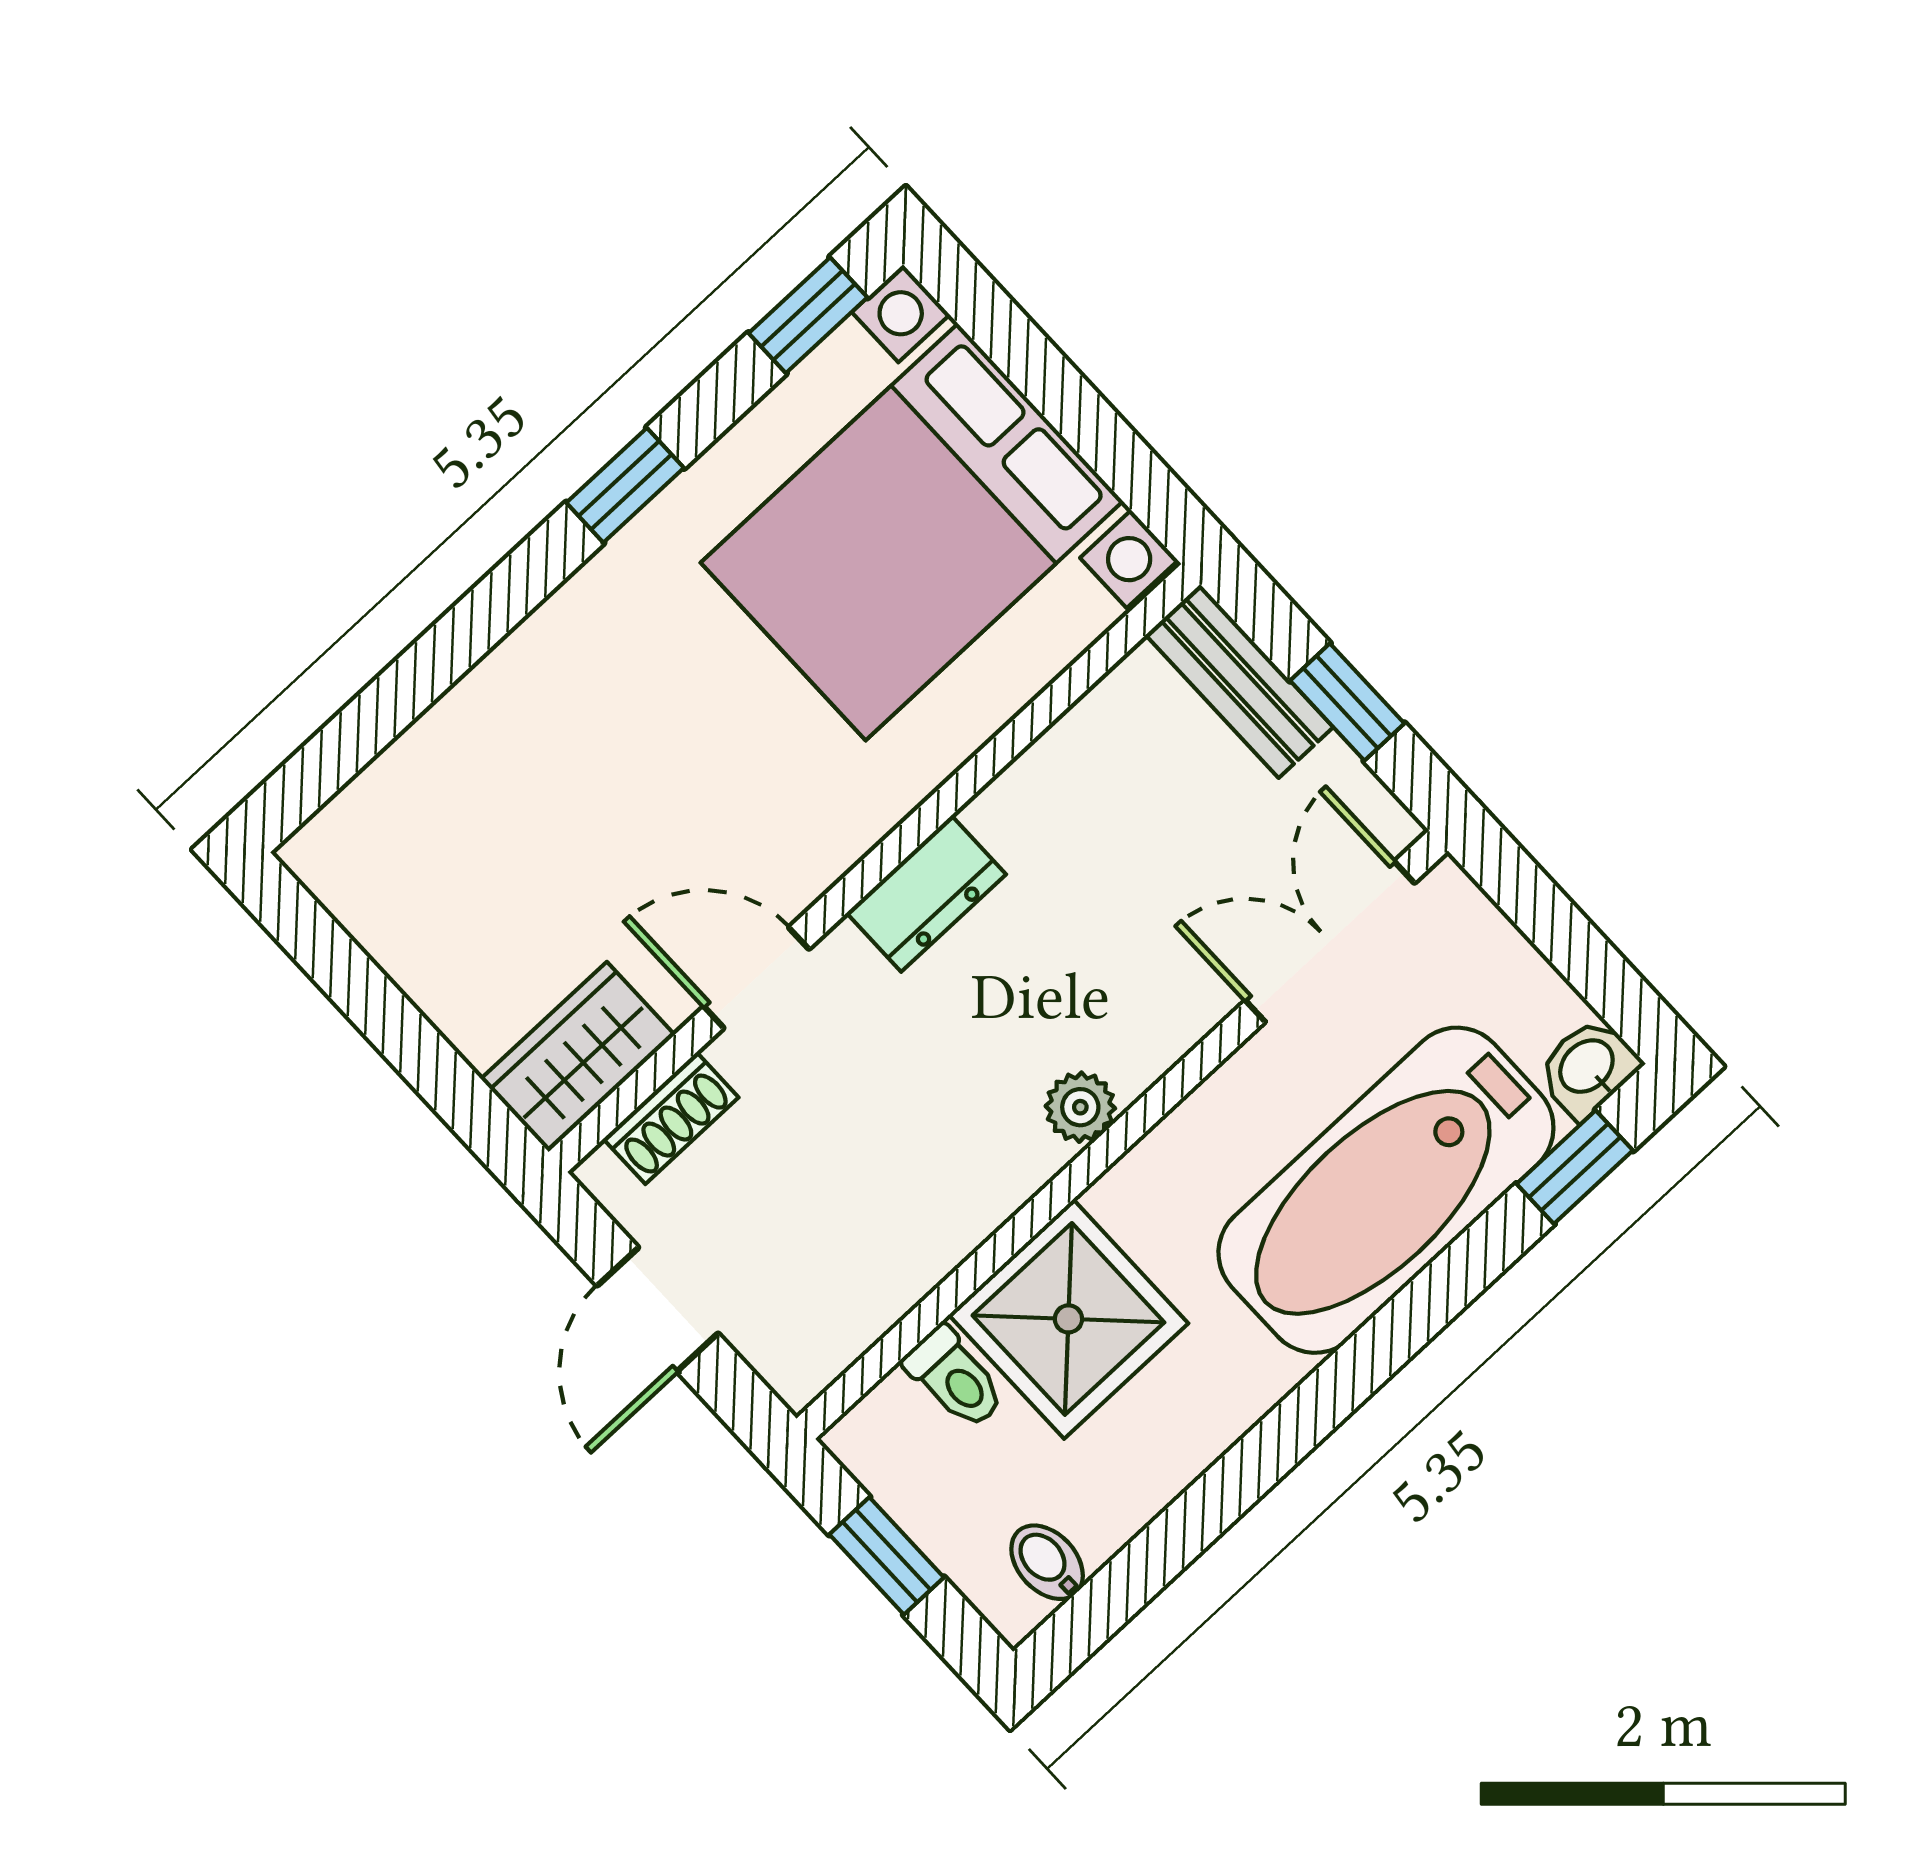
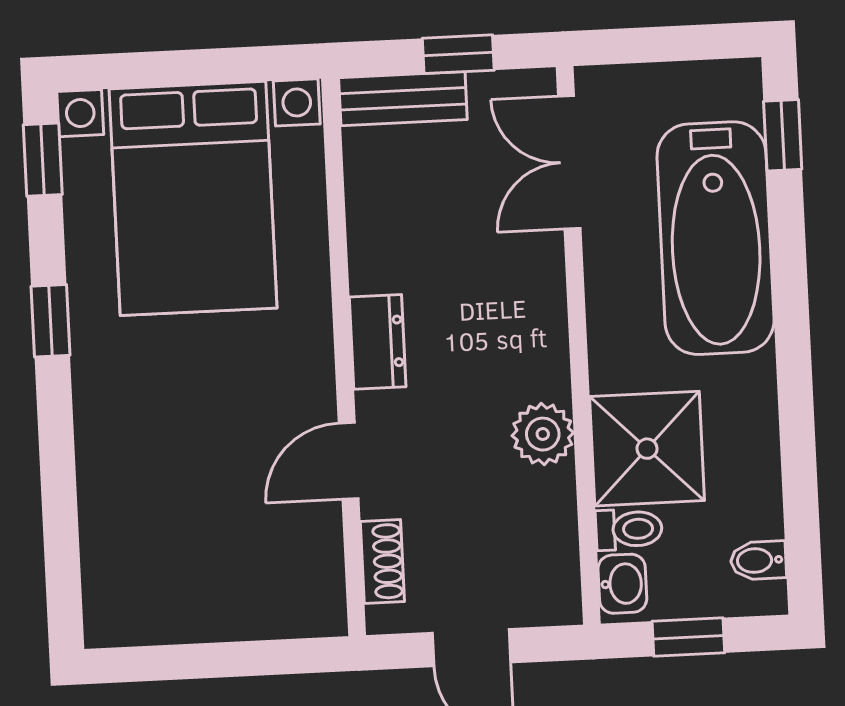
wardrobe: (578, 1057) -> (313, 582), removed
washbasin: (1588, 1068) -> (622, 584), moved, turned 180
plant: (1080, 1107) -> (543, 434), moved, width x1.38, depth x1.38

